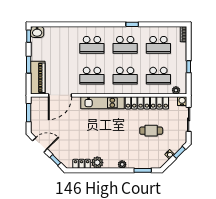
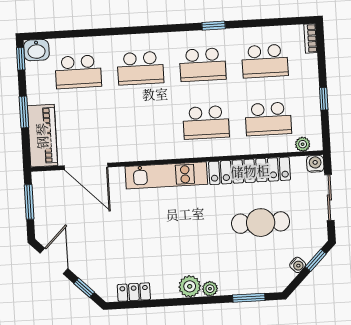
school desk: (92, 76) -> (78, 72), moved
door: (60, 95) -> (86, 166), hinge flipped
cafe table: (151, 131) -> (261, 223), width x1.37, depth x1.35
door: (40, 145) -> (54, 261), hinge flipped
plant: (97, 162) -> (190, 286), moved

